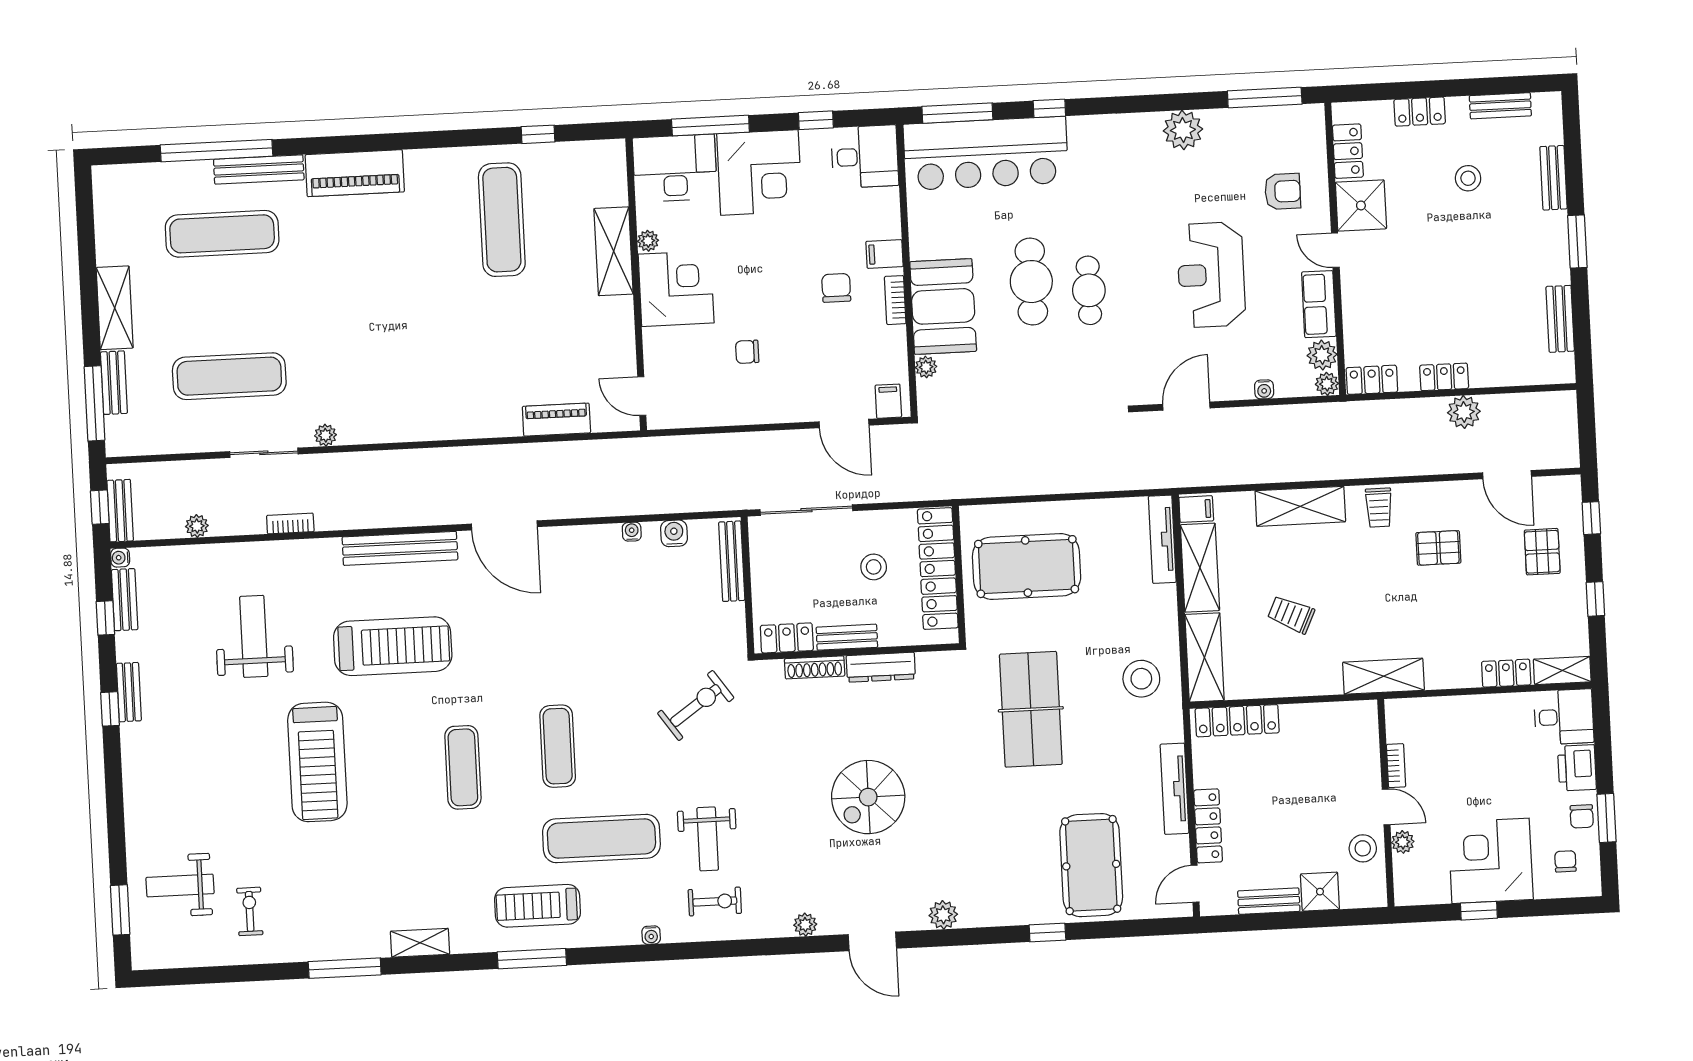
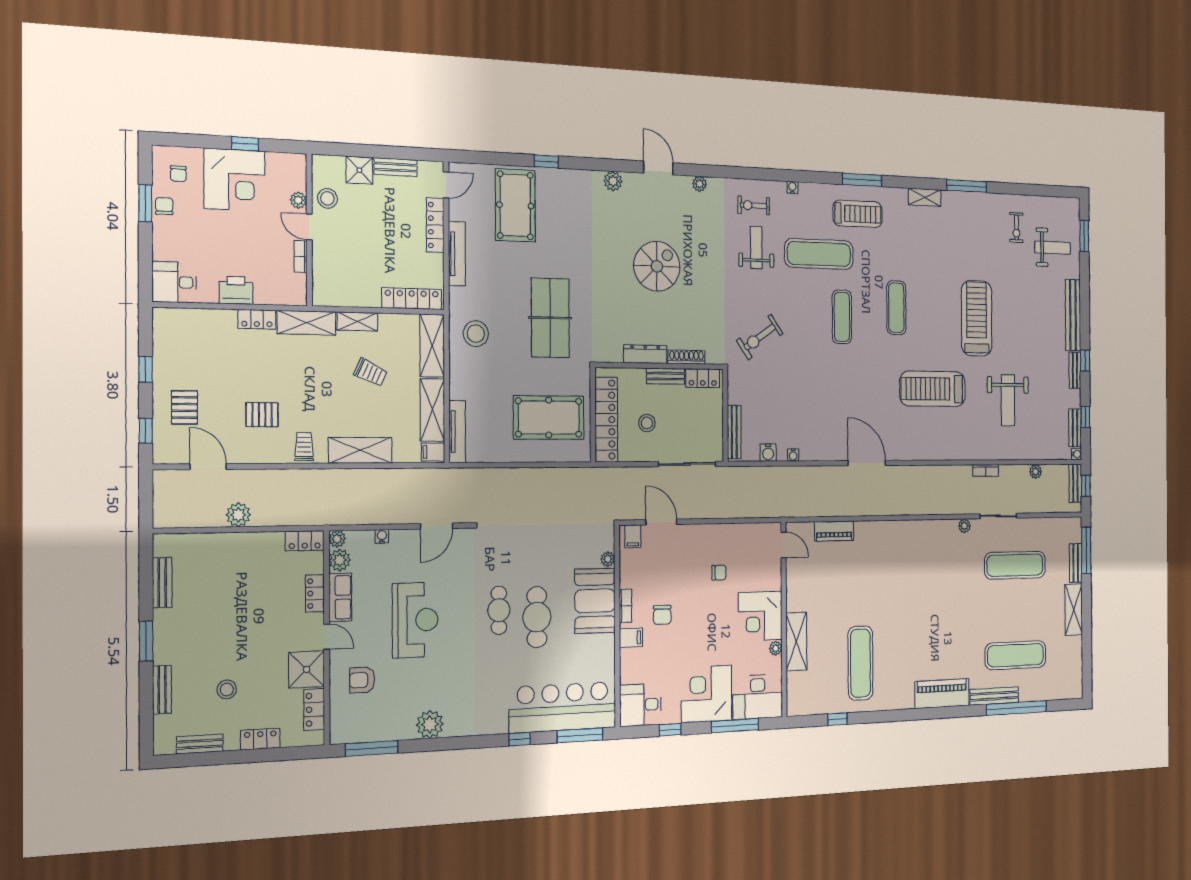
locker: (1444, 377) -> (315, 593), moved, turned 90
bench: (400, 548) -> (1073, 315), moved, turned 90
shelving: (1562, 670) -> (357, 322), moved
locker: (1506, 673) -> (257, 319), moved
printer: (1577, 768) -> (236, 290), moved, turned -90

